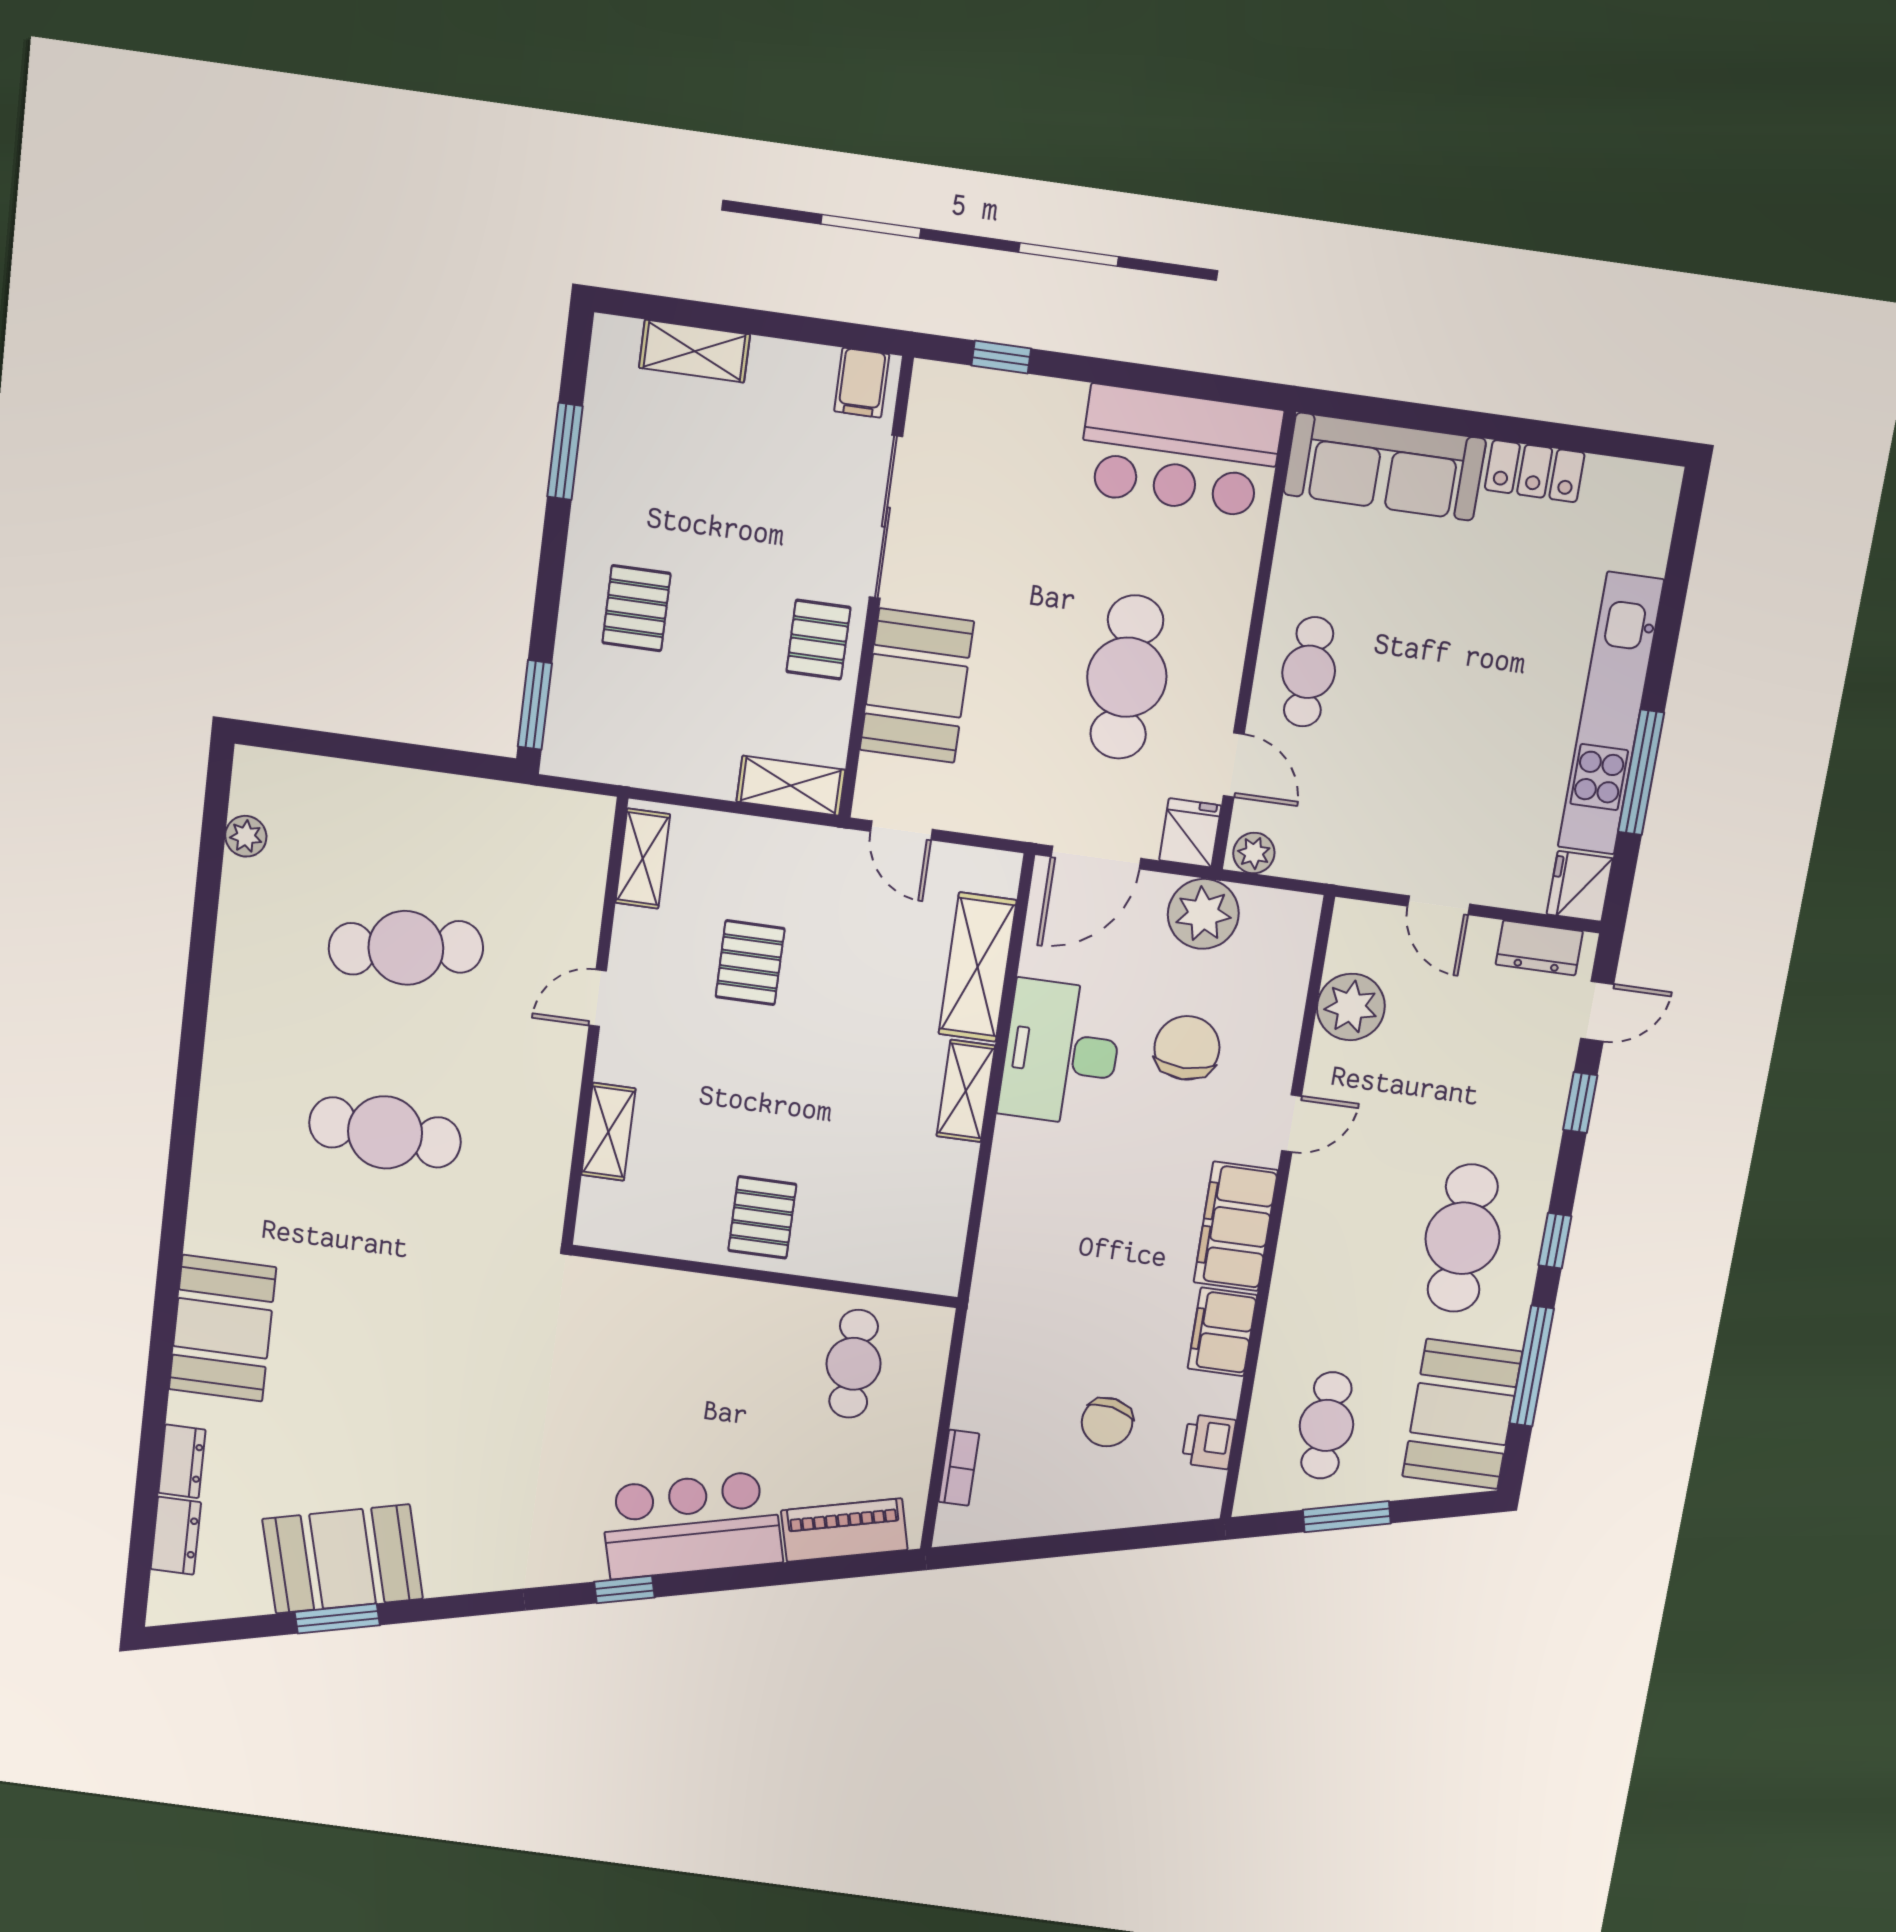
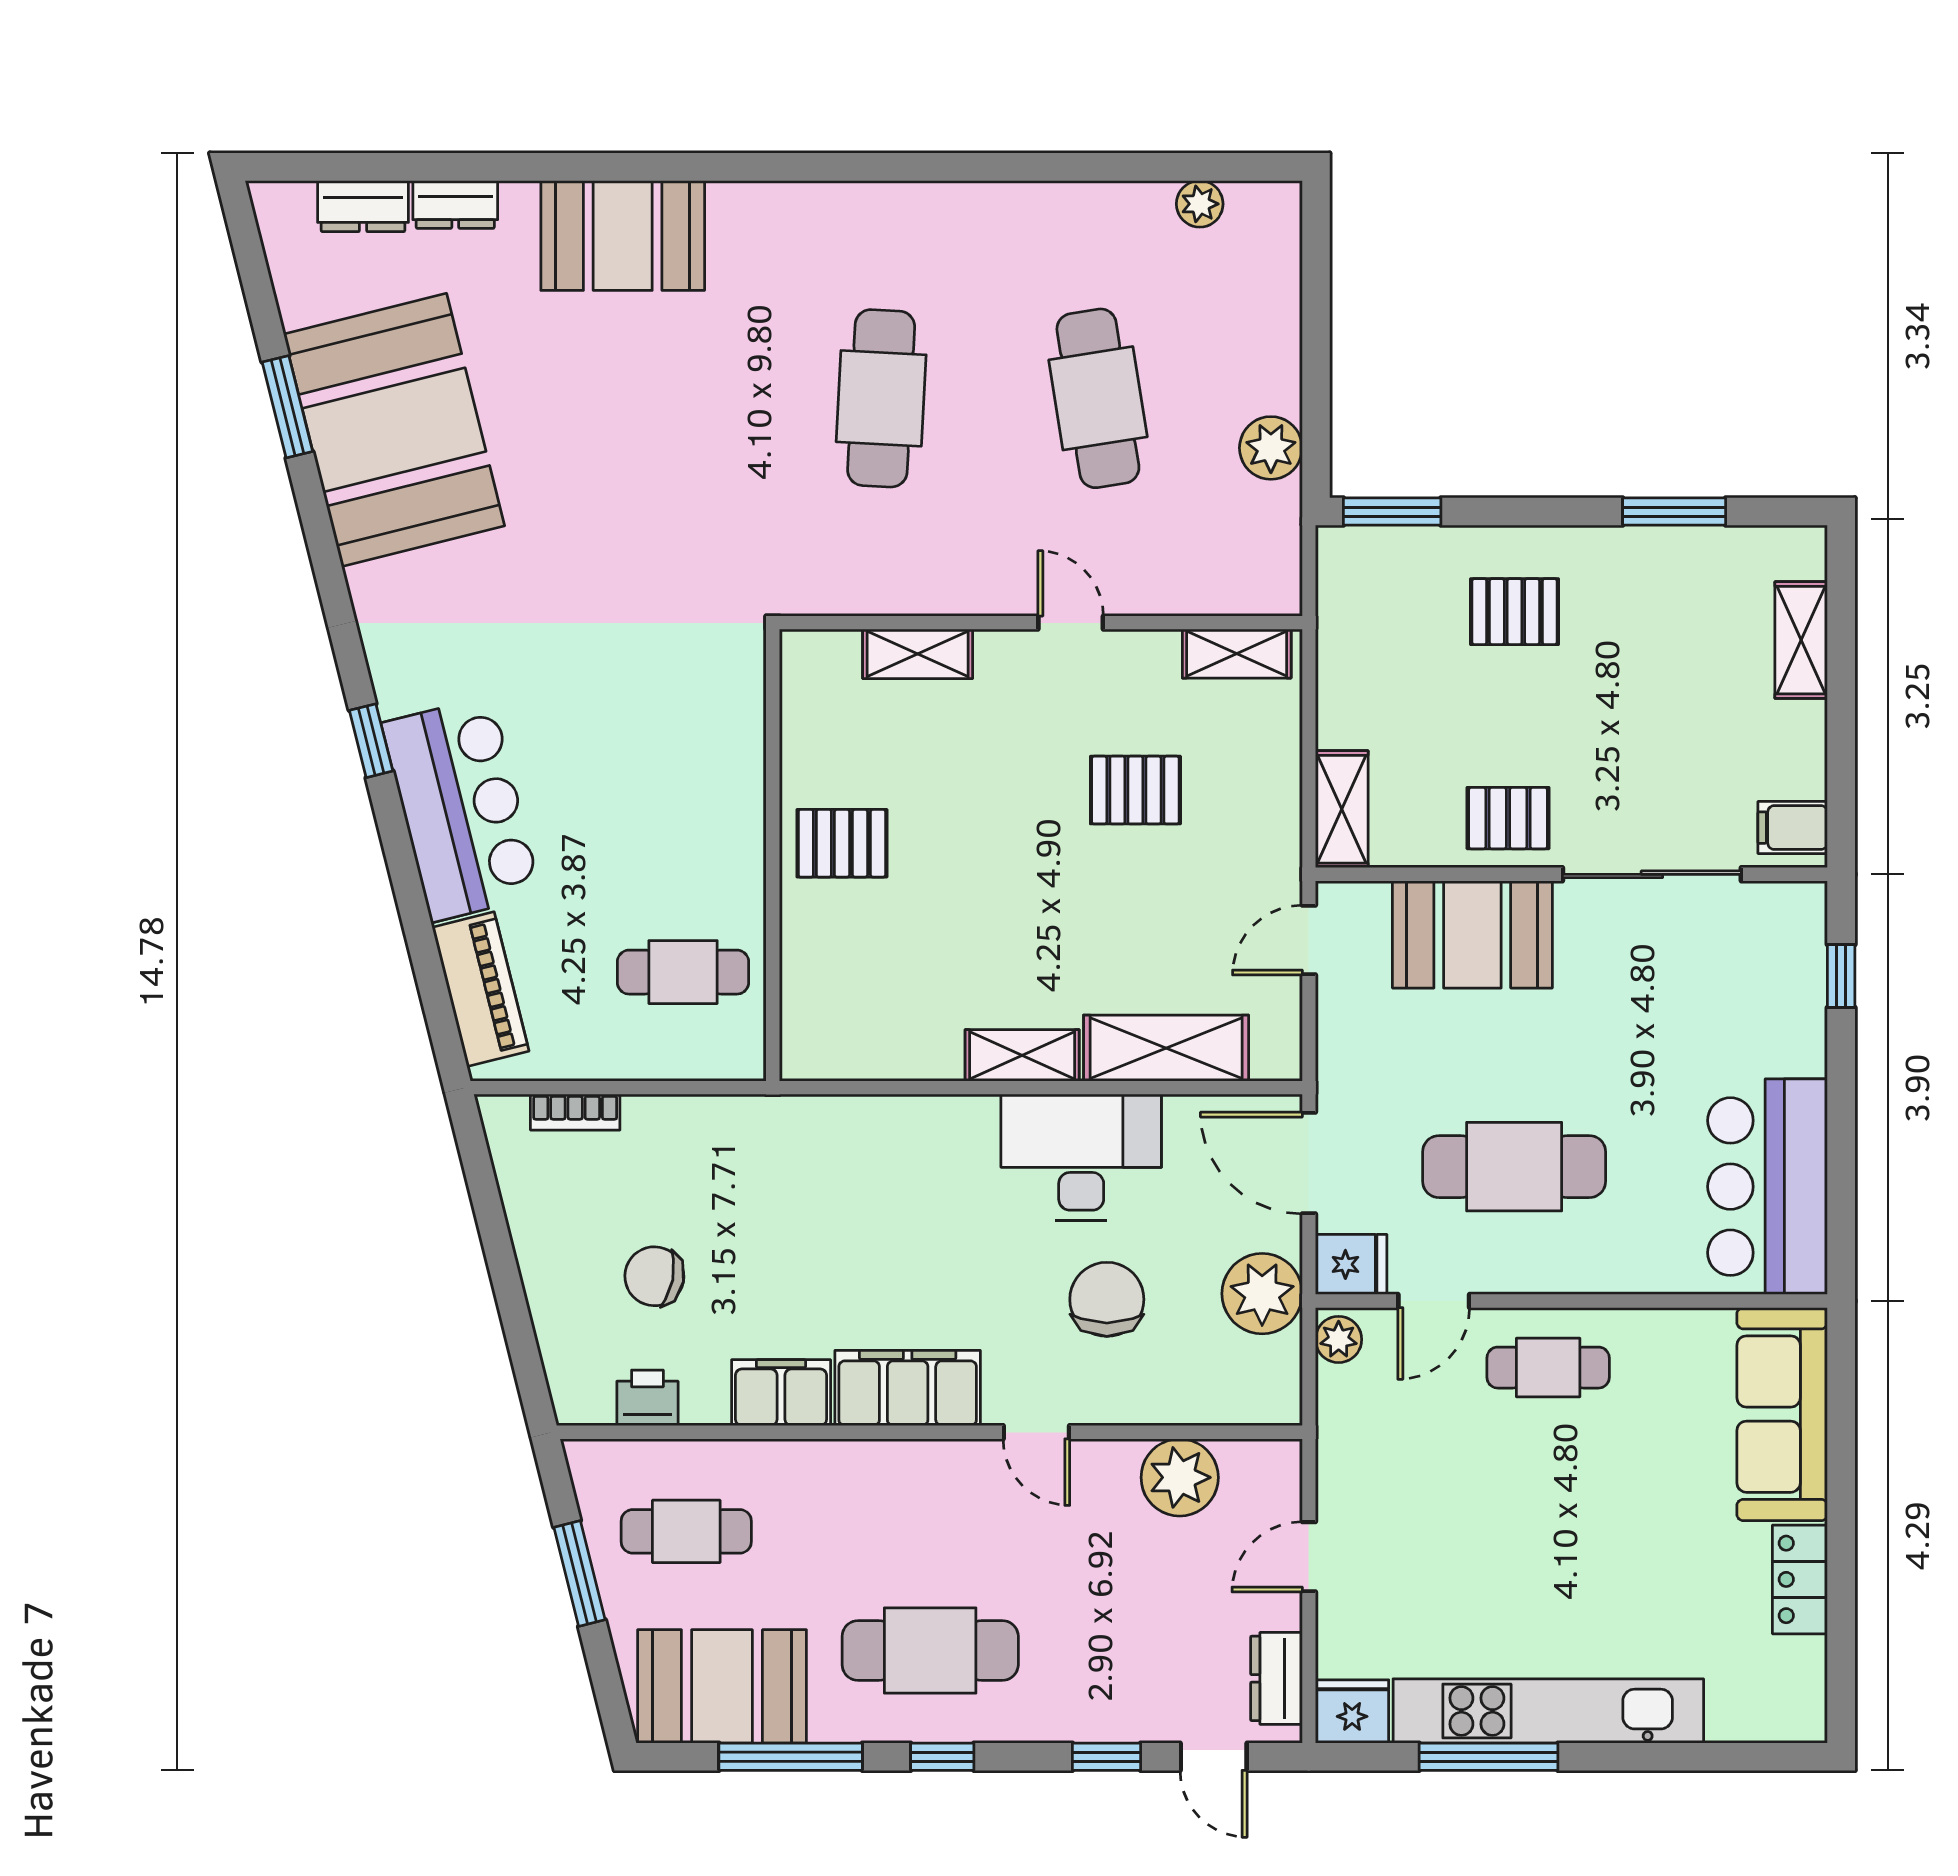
plant: (466, 804) -> (1271, 448), added
chair: (1187, 1048) -> (1107, 1299), turned -90
booth: (343, 1559) -> (394, 430), width x1.36, depth x1.42

